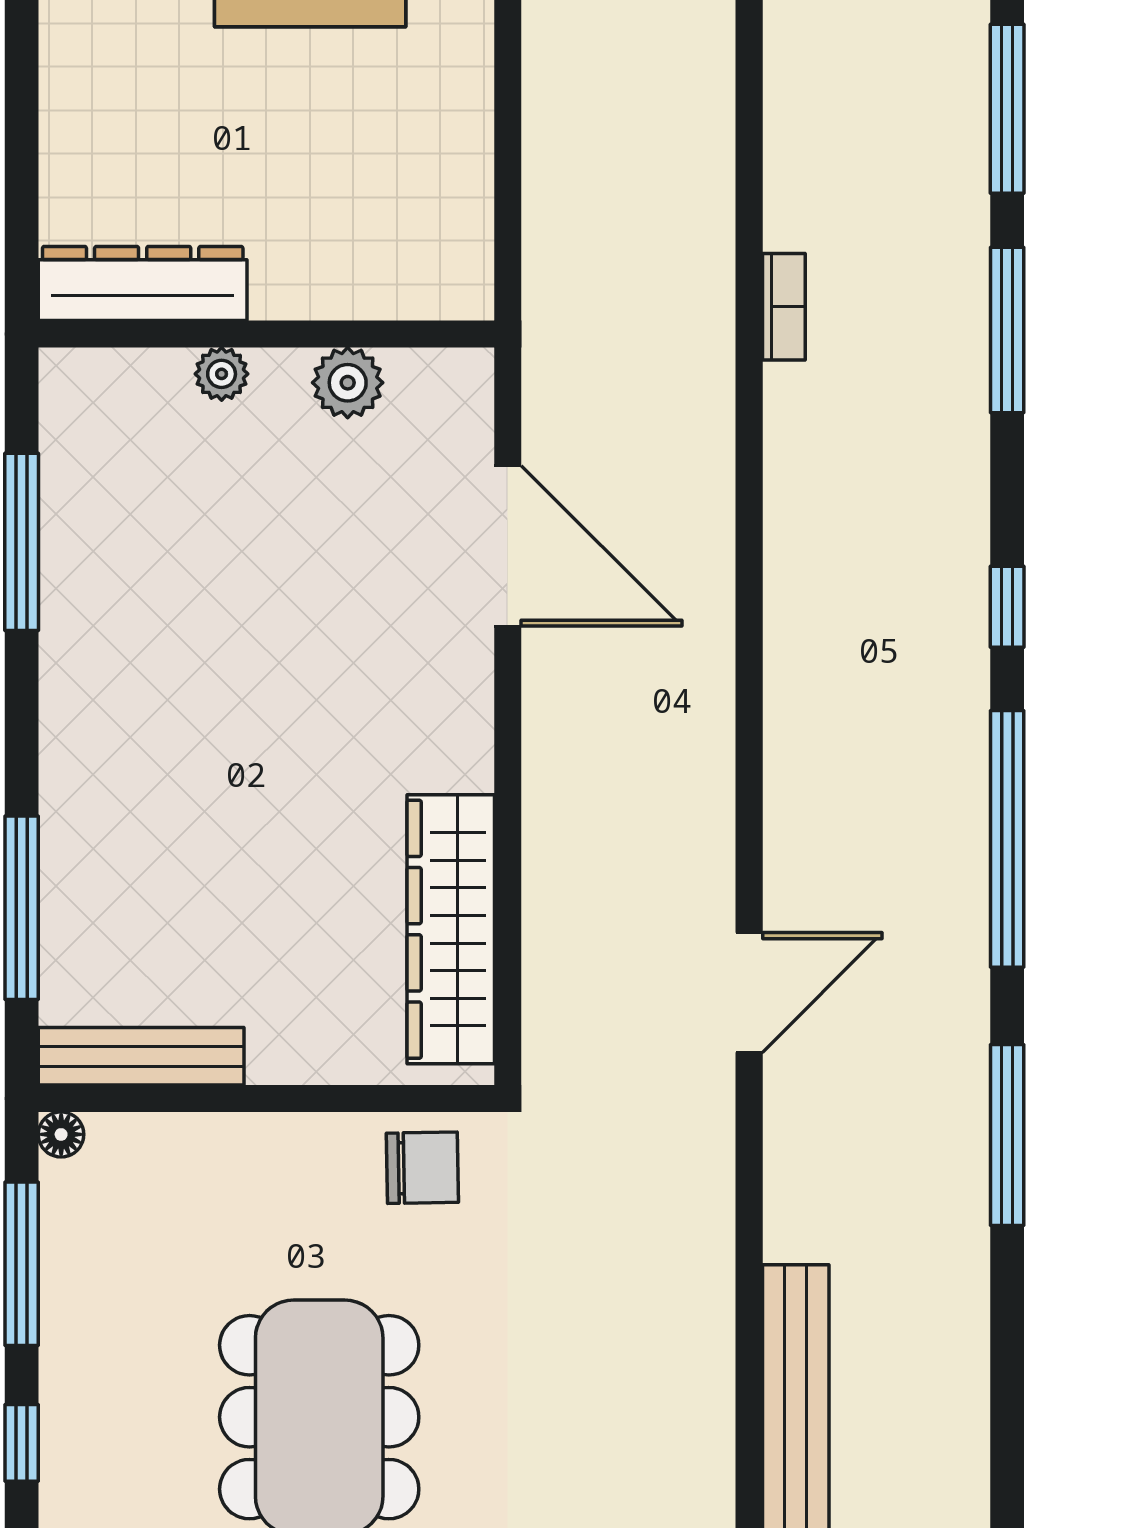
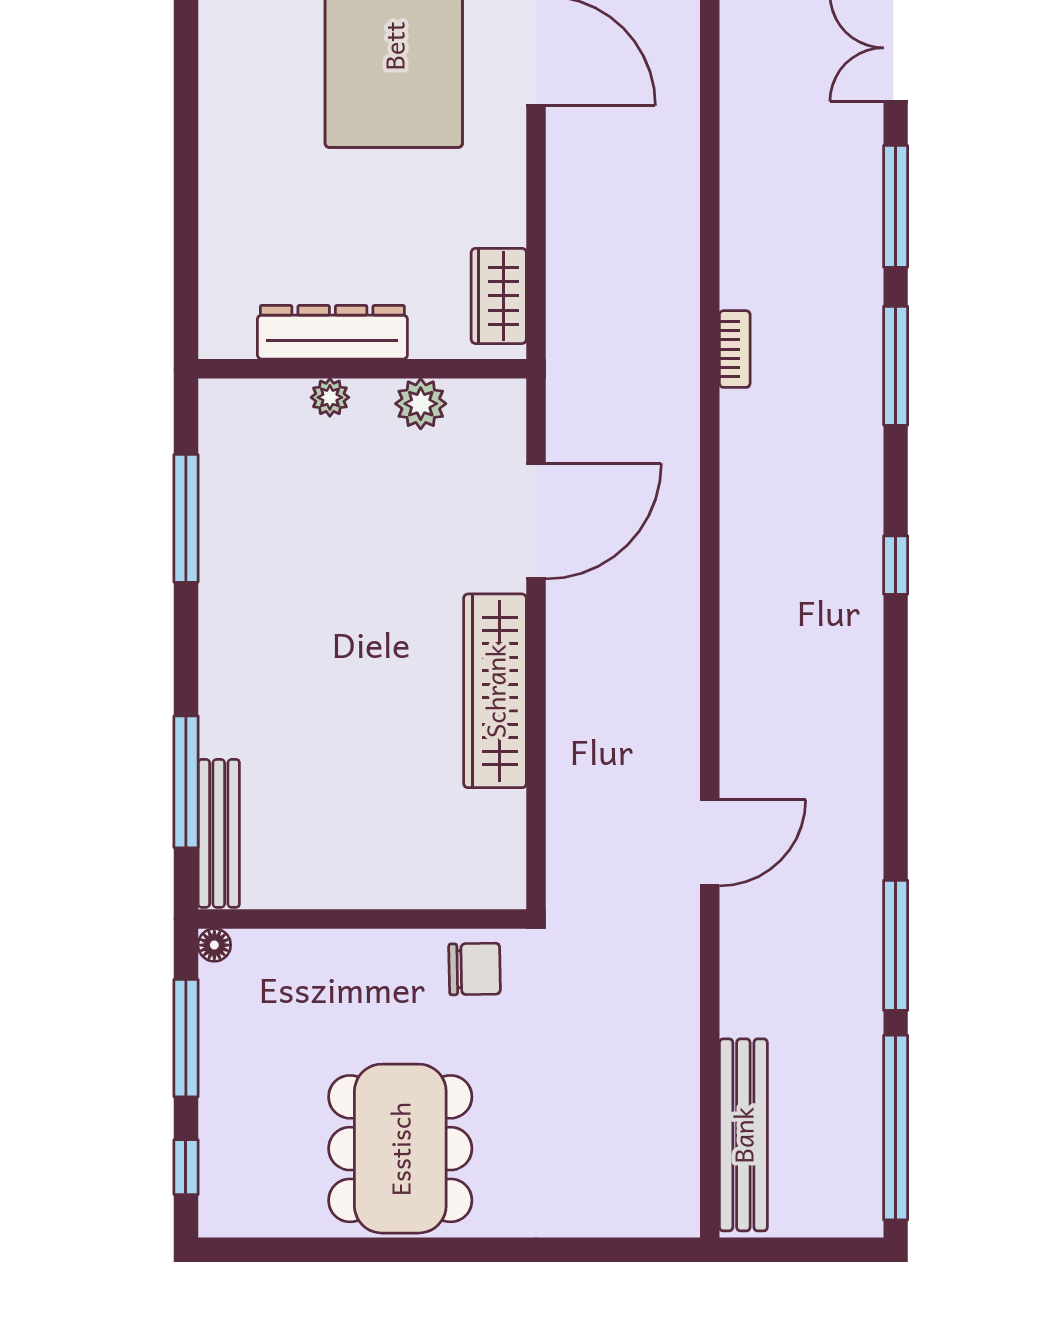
wardrobe: (456, 233) -> (499, 296), added
dresser: (143, 283) -> (332, 332), moved
door: (508, 546) -> (536, 521), hinge flipped
window: (1007, 839) -> (896, 1128), moved
wardrobe: (451, 929) -> (495, 691), moved
bench: (141, 1056) -> (219, 833), moved, turned 90

